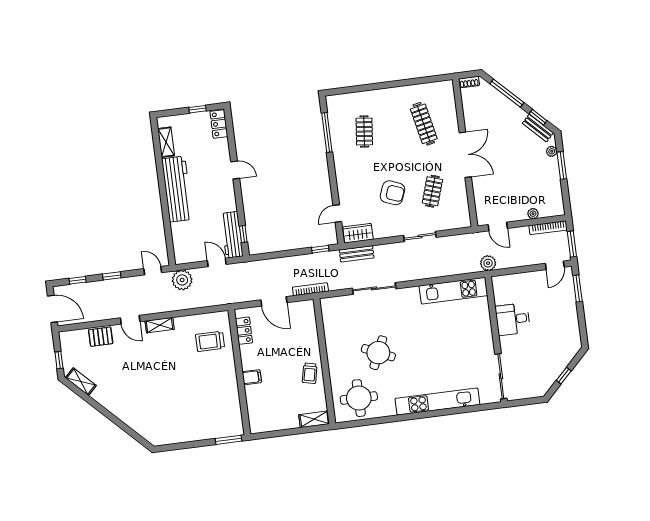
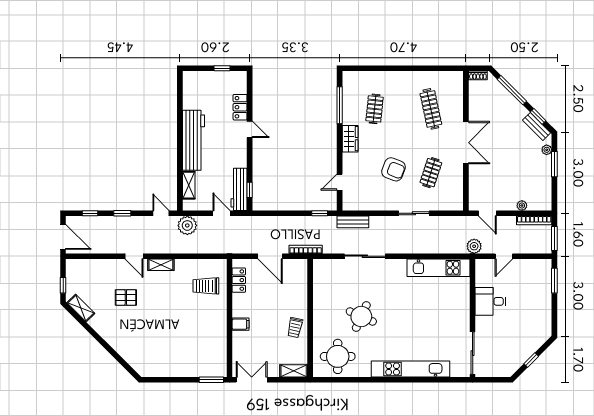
locker: (219, 124) -> (240, 107), moved
shelving: (166, 142) -> (189, 185), moved
wardrobe: (358, 233) -> (350, 139), moved, turned 90
door: (555, 265) -> (504, 256), moved
pallet: (101, 337) -> (126, 298), moved
double door: (271, 434) -> (252, 380), added

